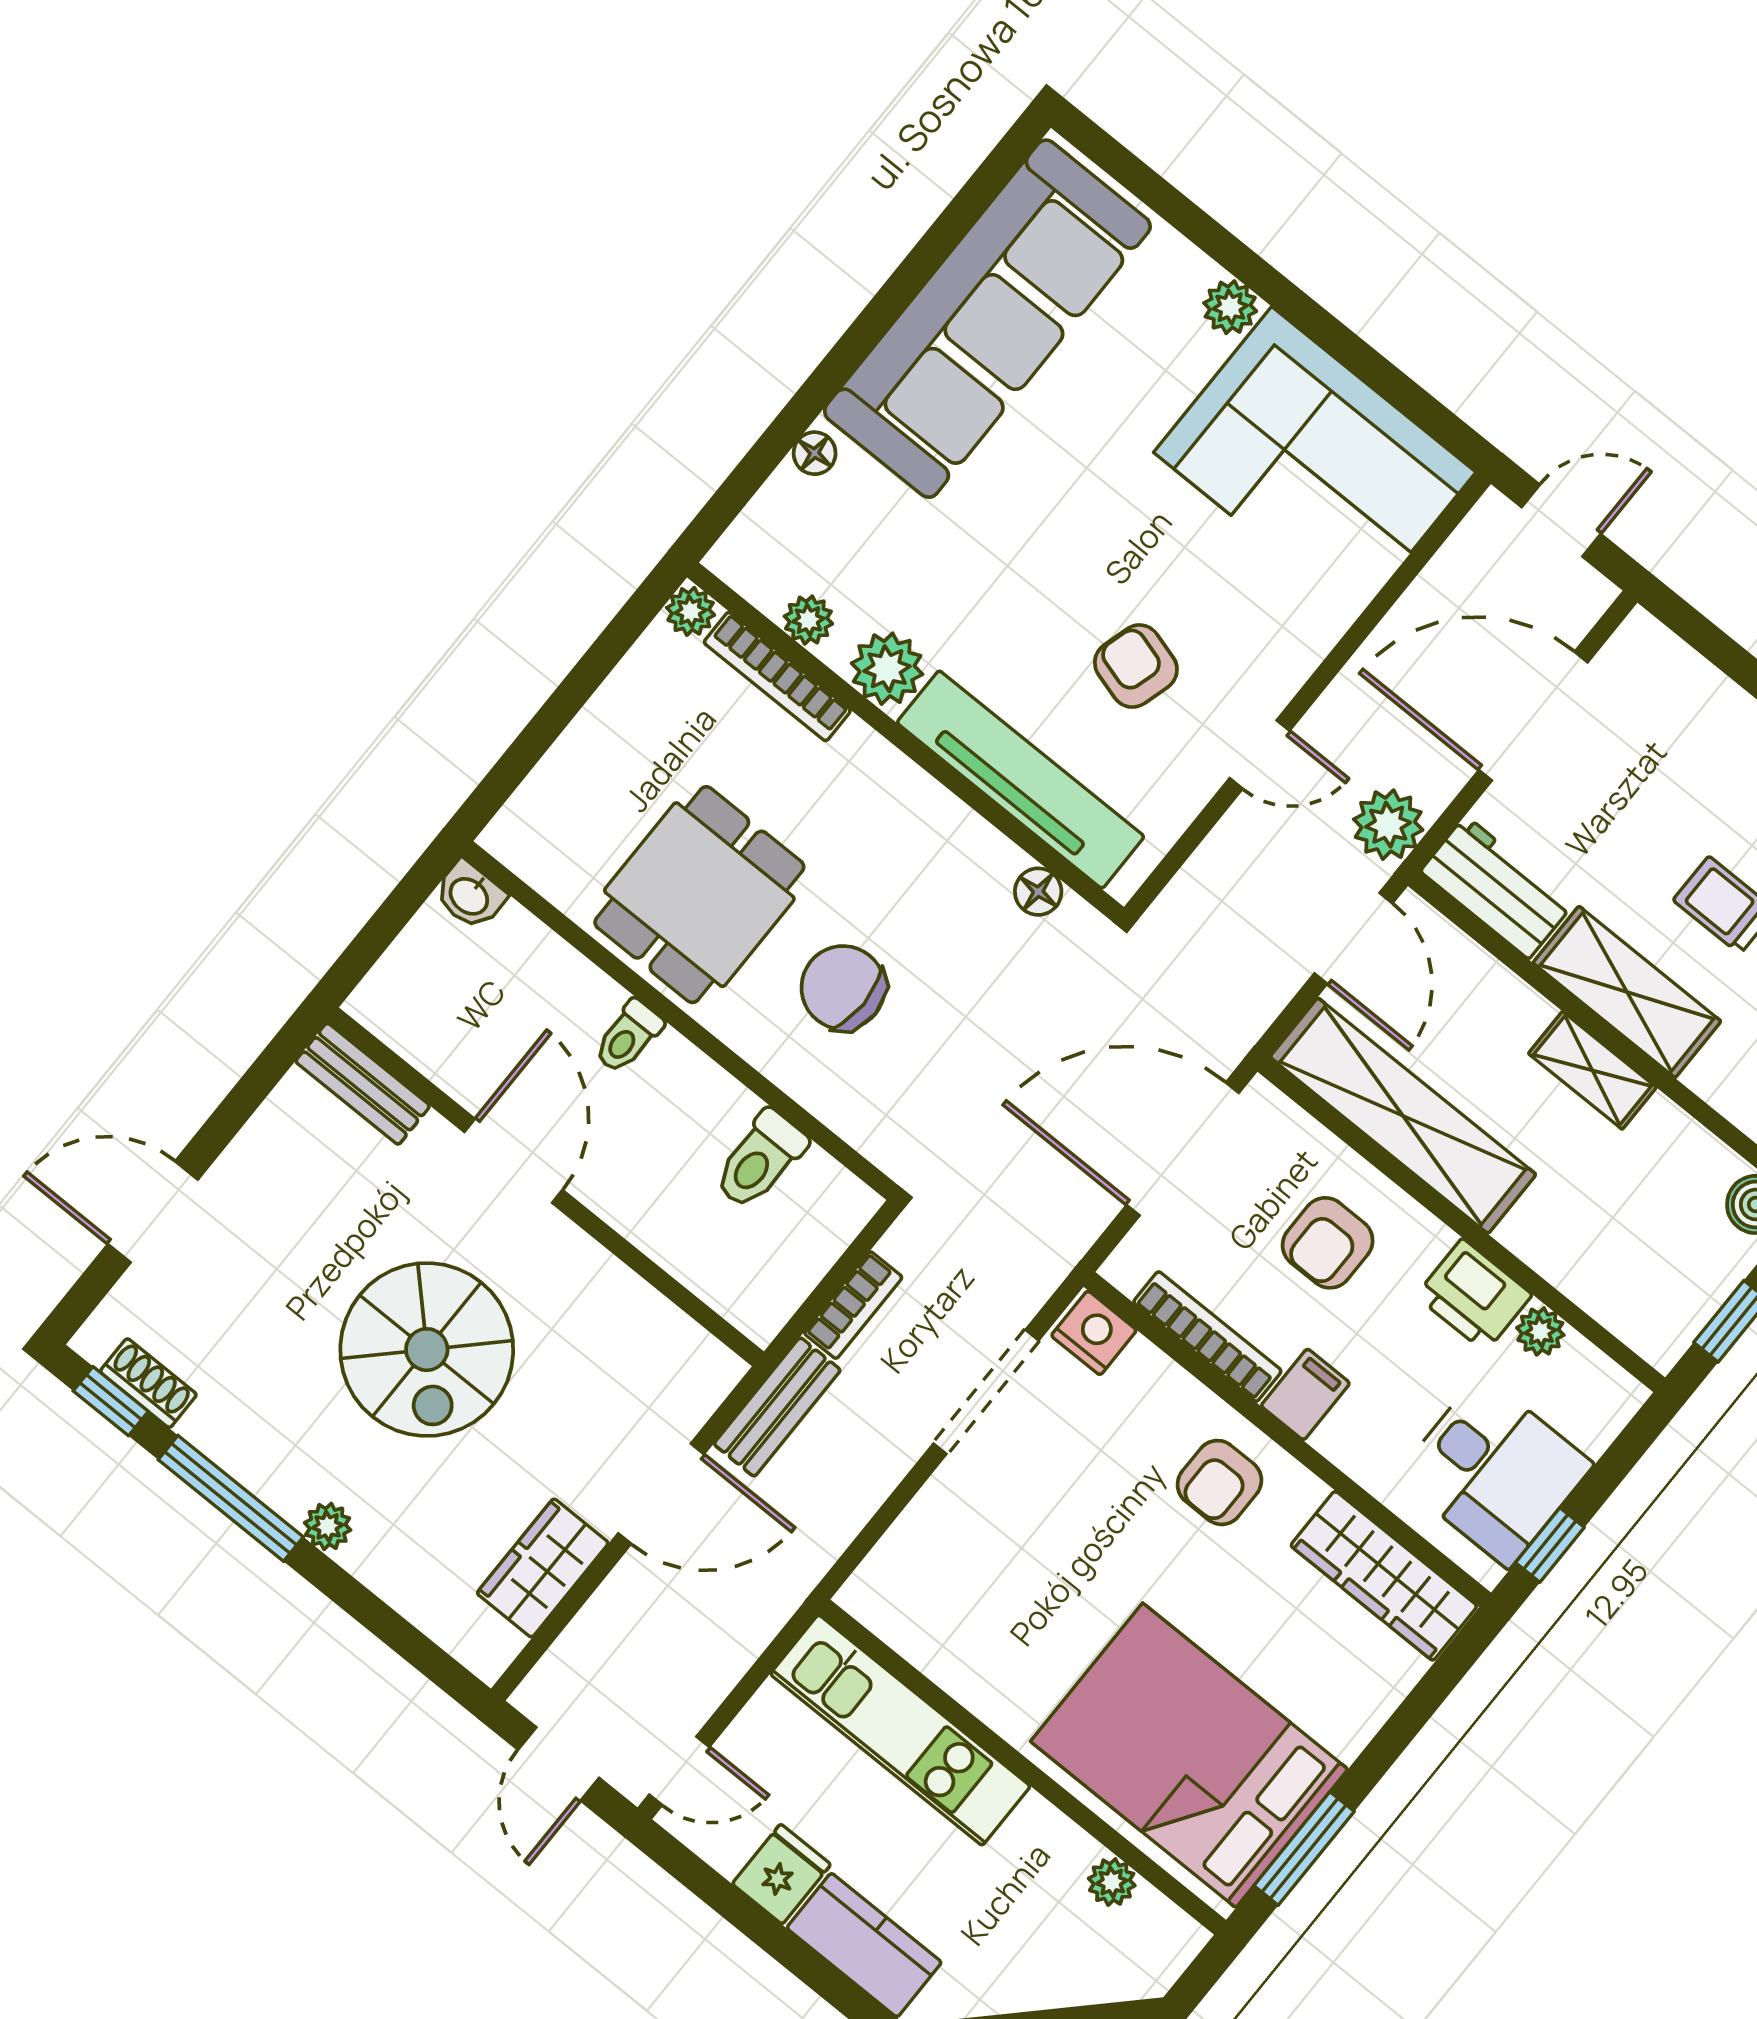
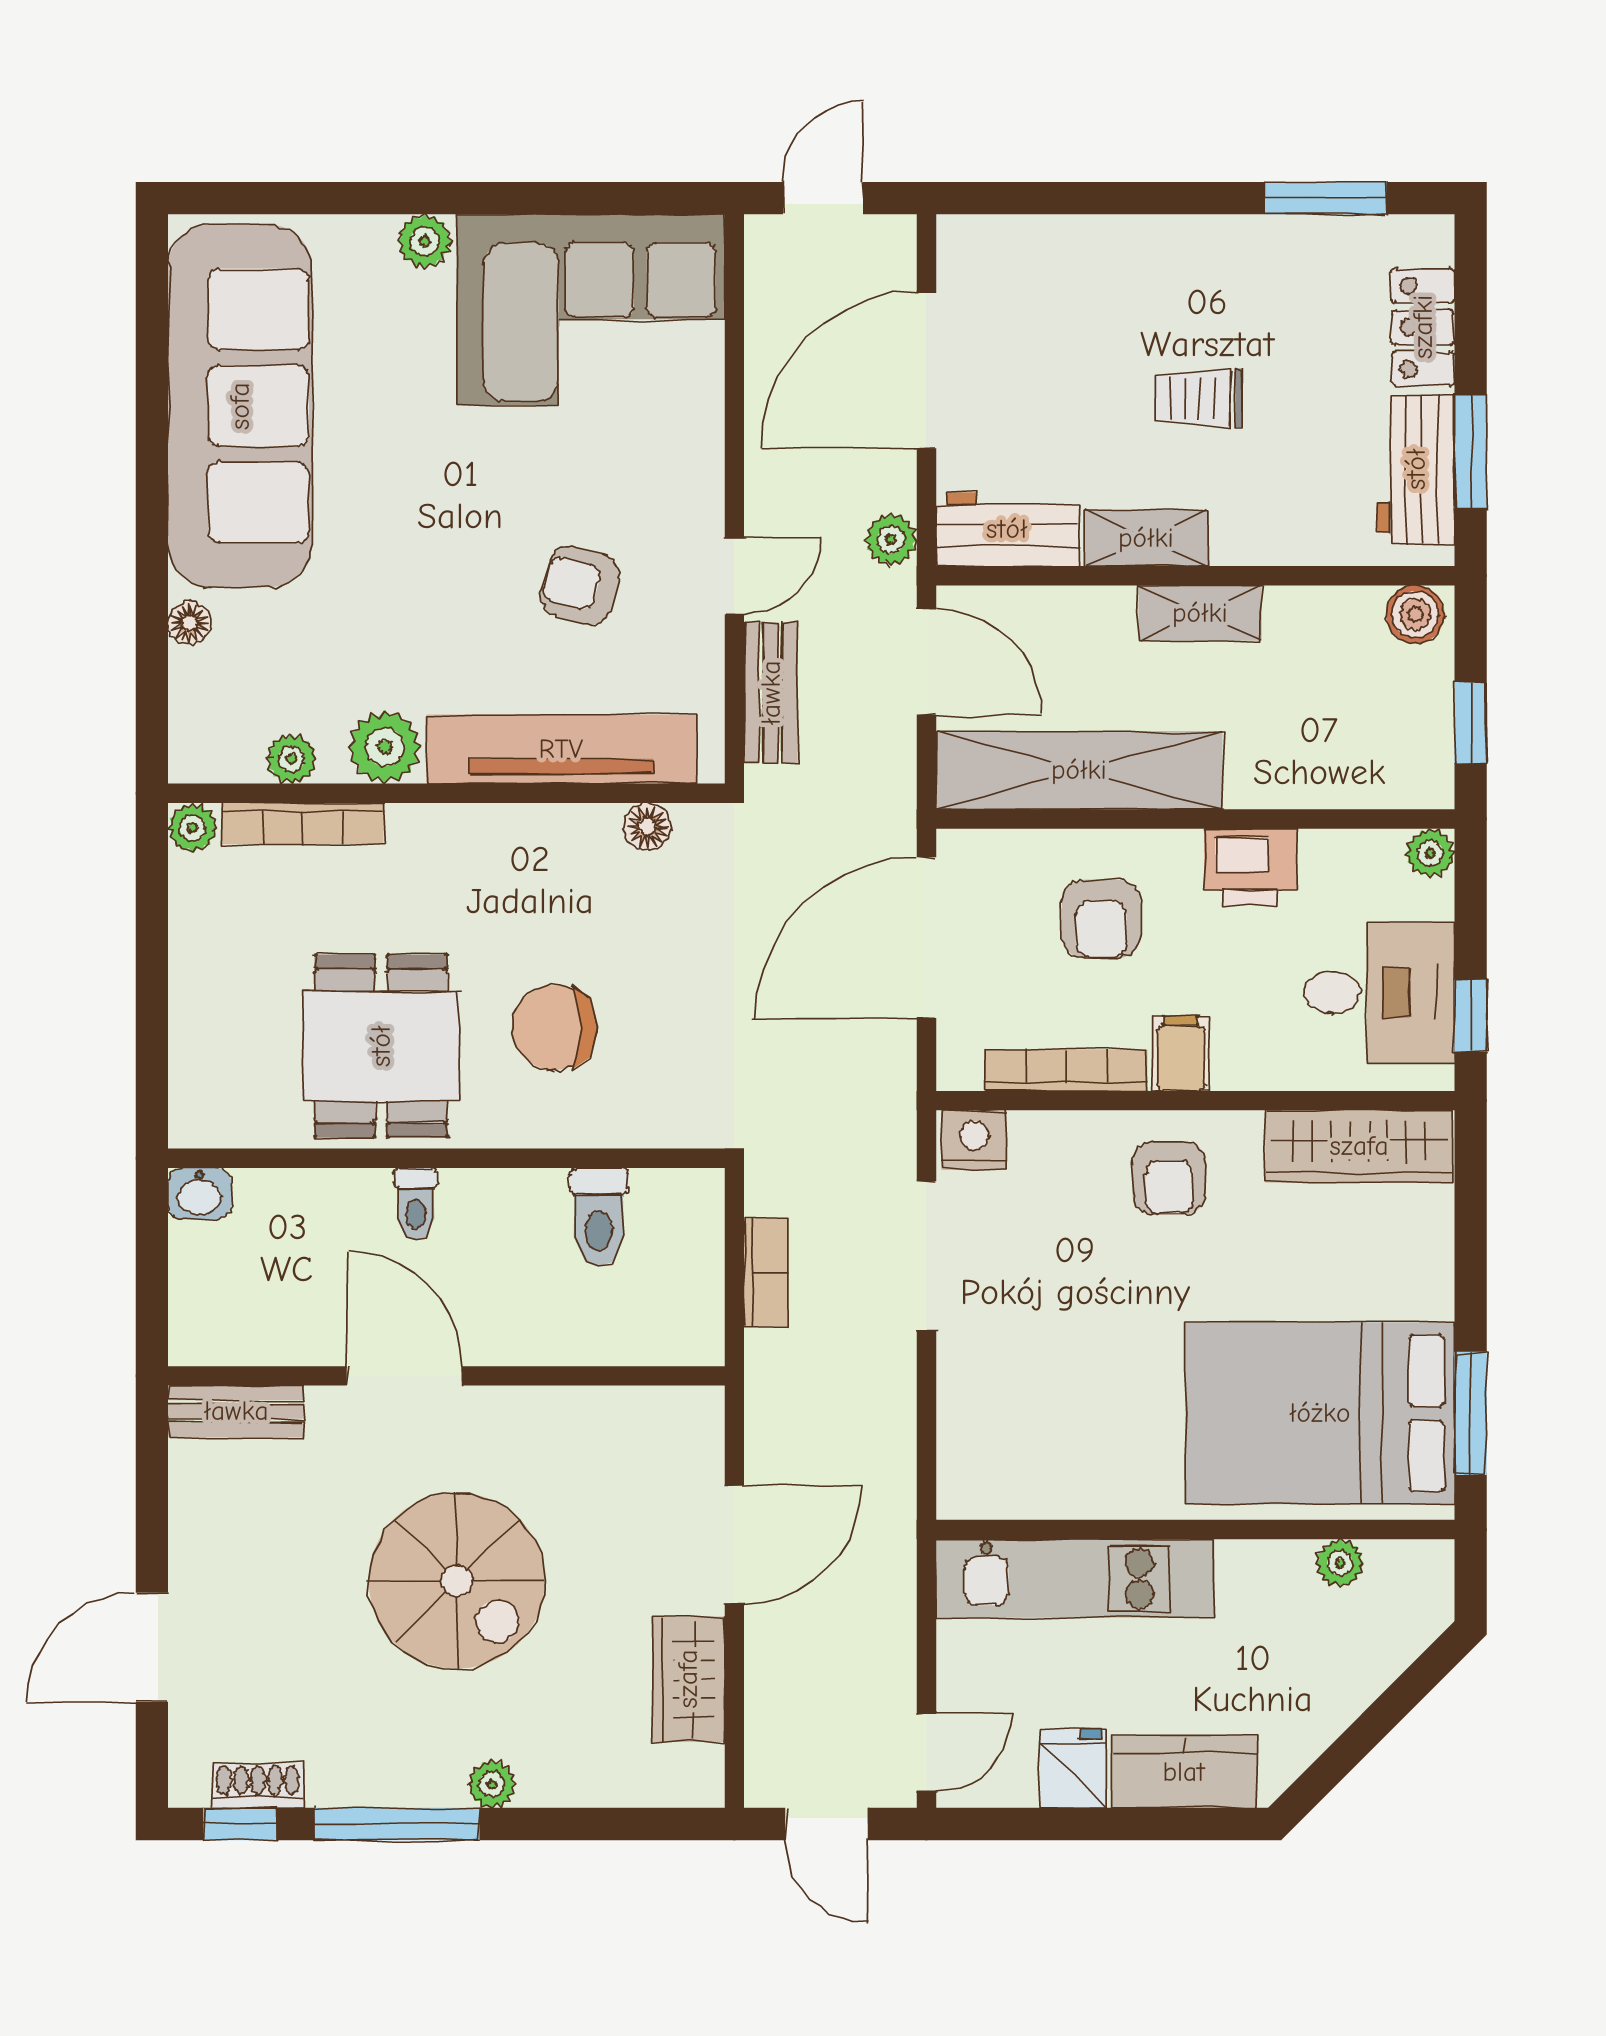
plant: (1388, 825) -> (891, 540), width x0.73, depth x0.73
shelving: (1627, 992) -> (1146, 538), width x0.67, depth x0.75
plant: (1540, 1331) -> (1430, 853), moved
bench: (777, 1407) -> (771, 693), moved

